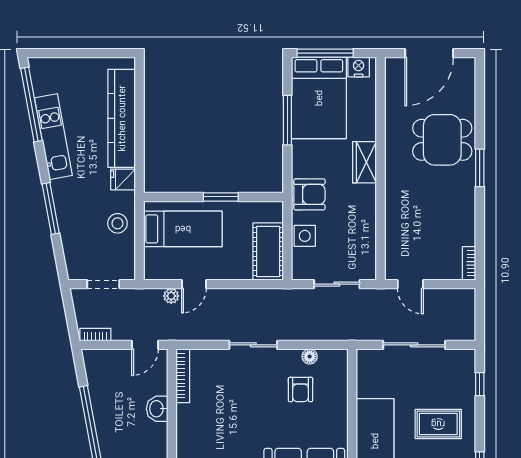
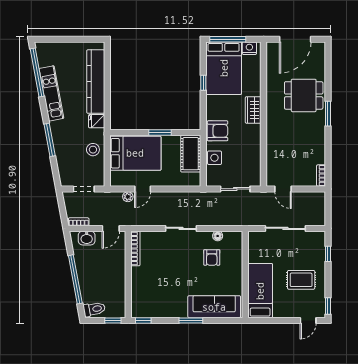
window: (287, 120) -> (203, 83), width x0.46
bed: (183, 229) -> (135, 153), width x1.50
cot: (268, 251) -> (191, 154), moved
washbasin: (157, 409) -> (87, 238), moved, turned -90

